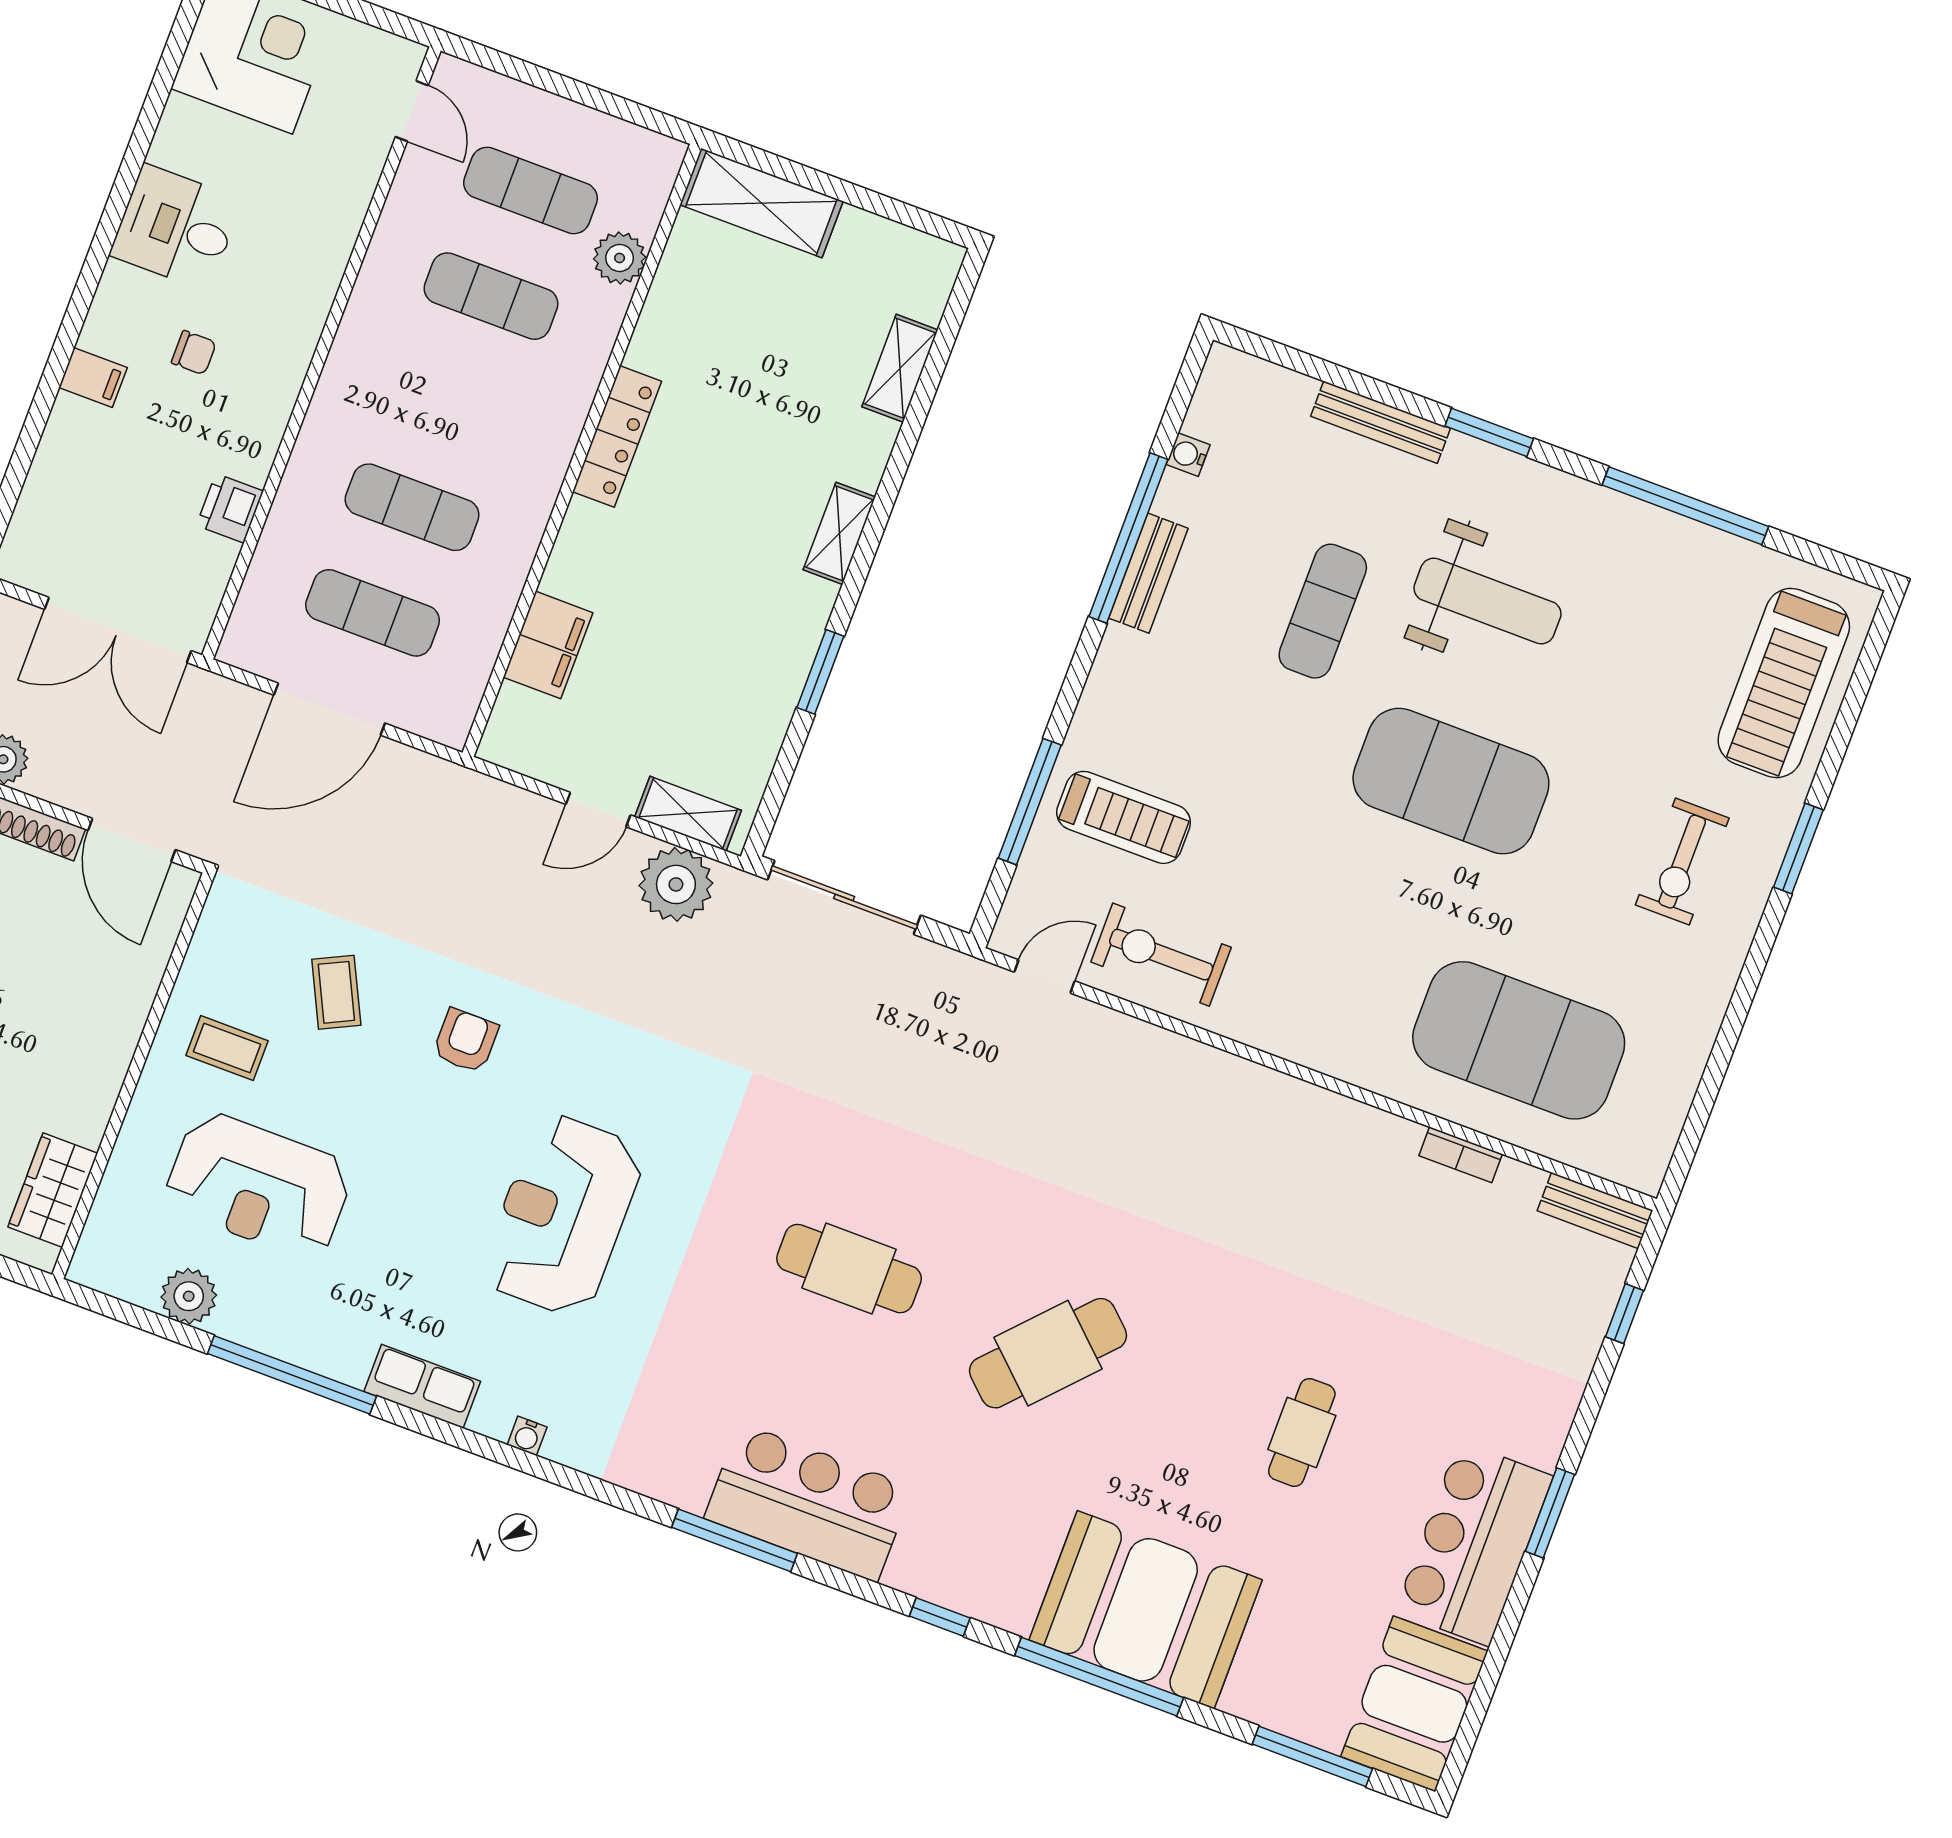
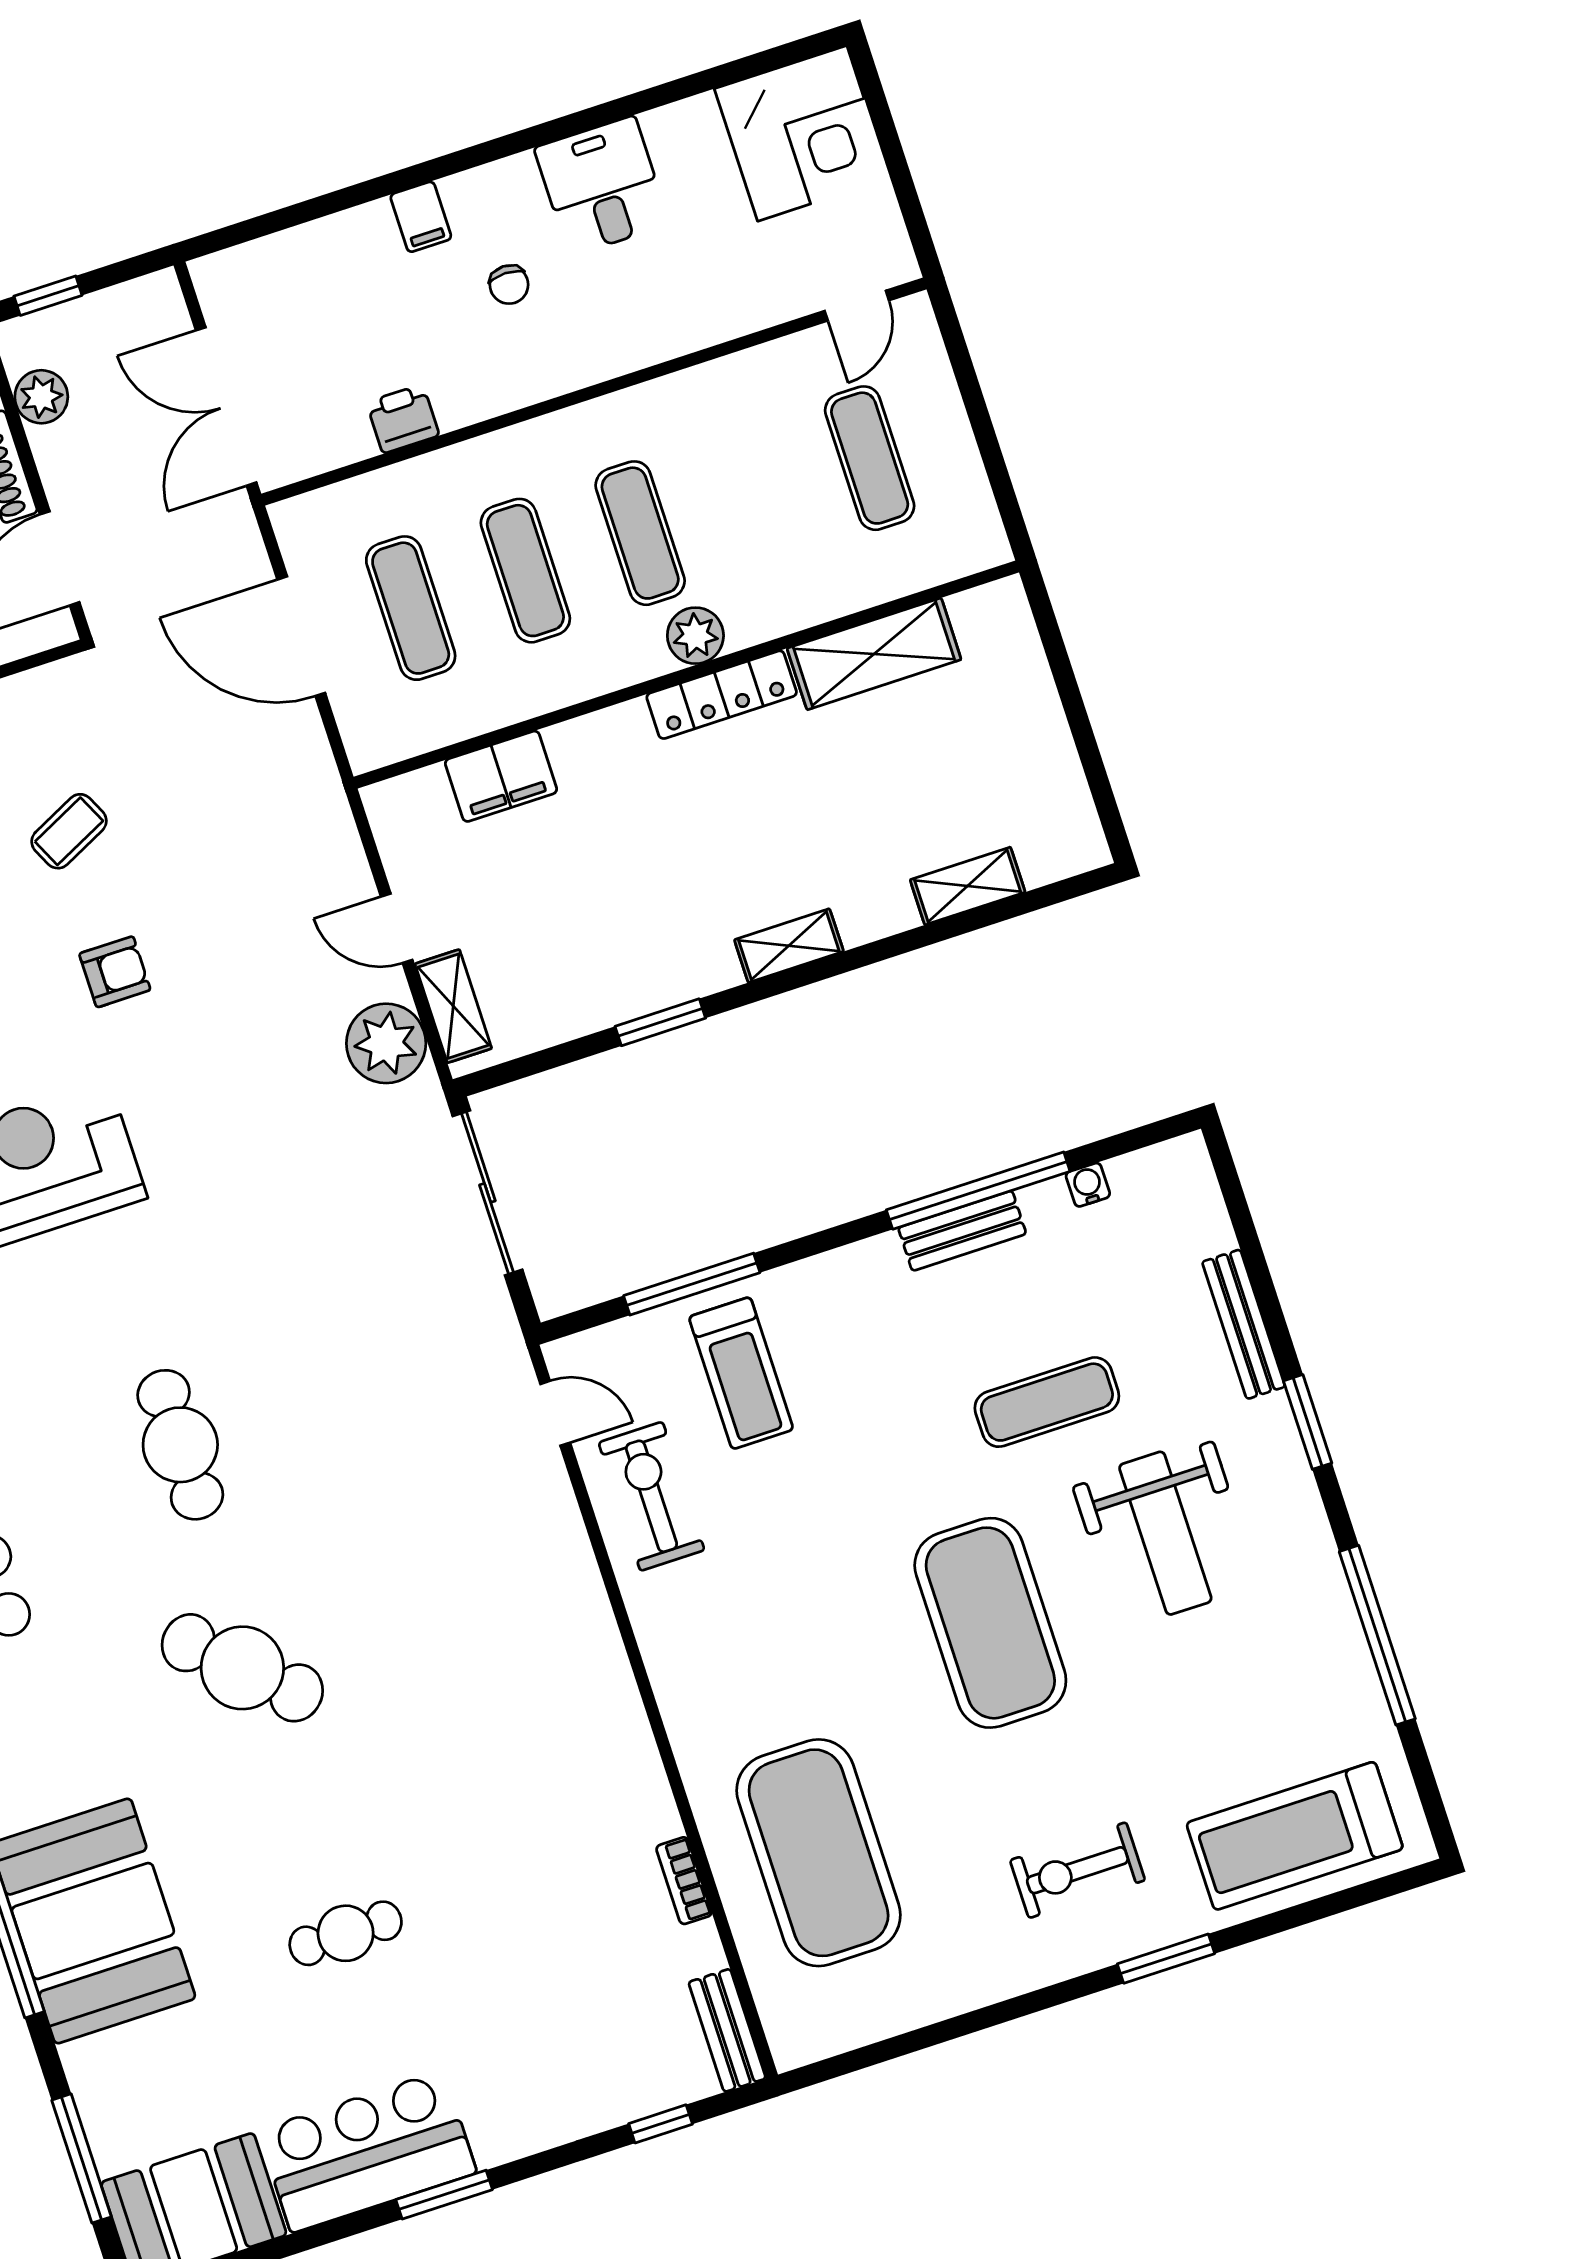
shelving: (761, 203) -> (874, 654), moved, turned 90
plant: (620, 258) -> (695, 636), moved
exercise mat: (491, 296) -> (640, 533), moved

